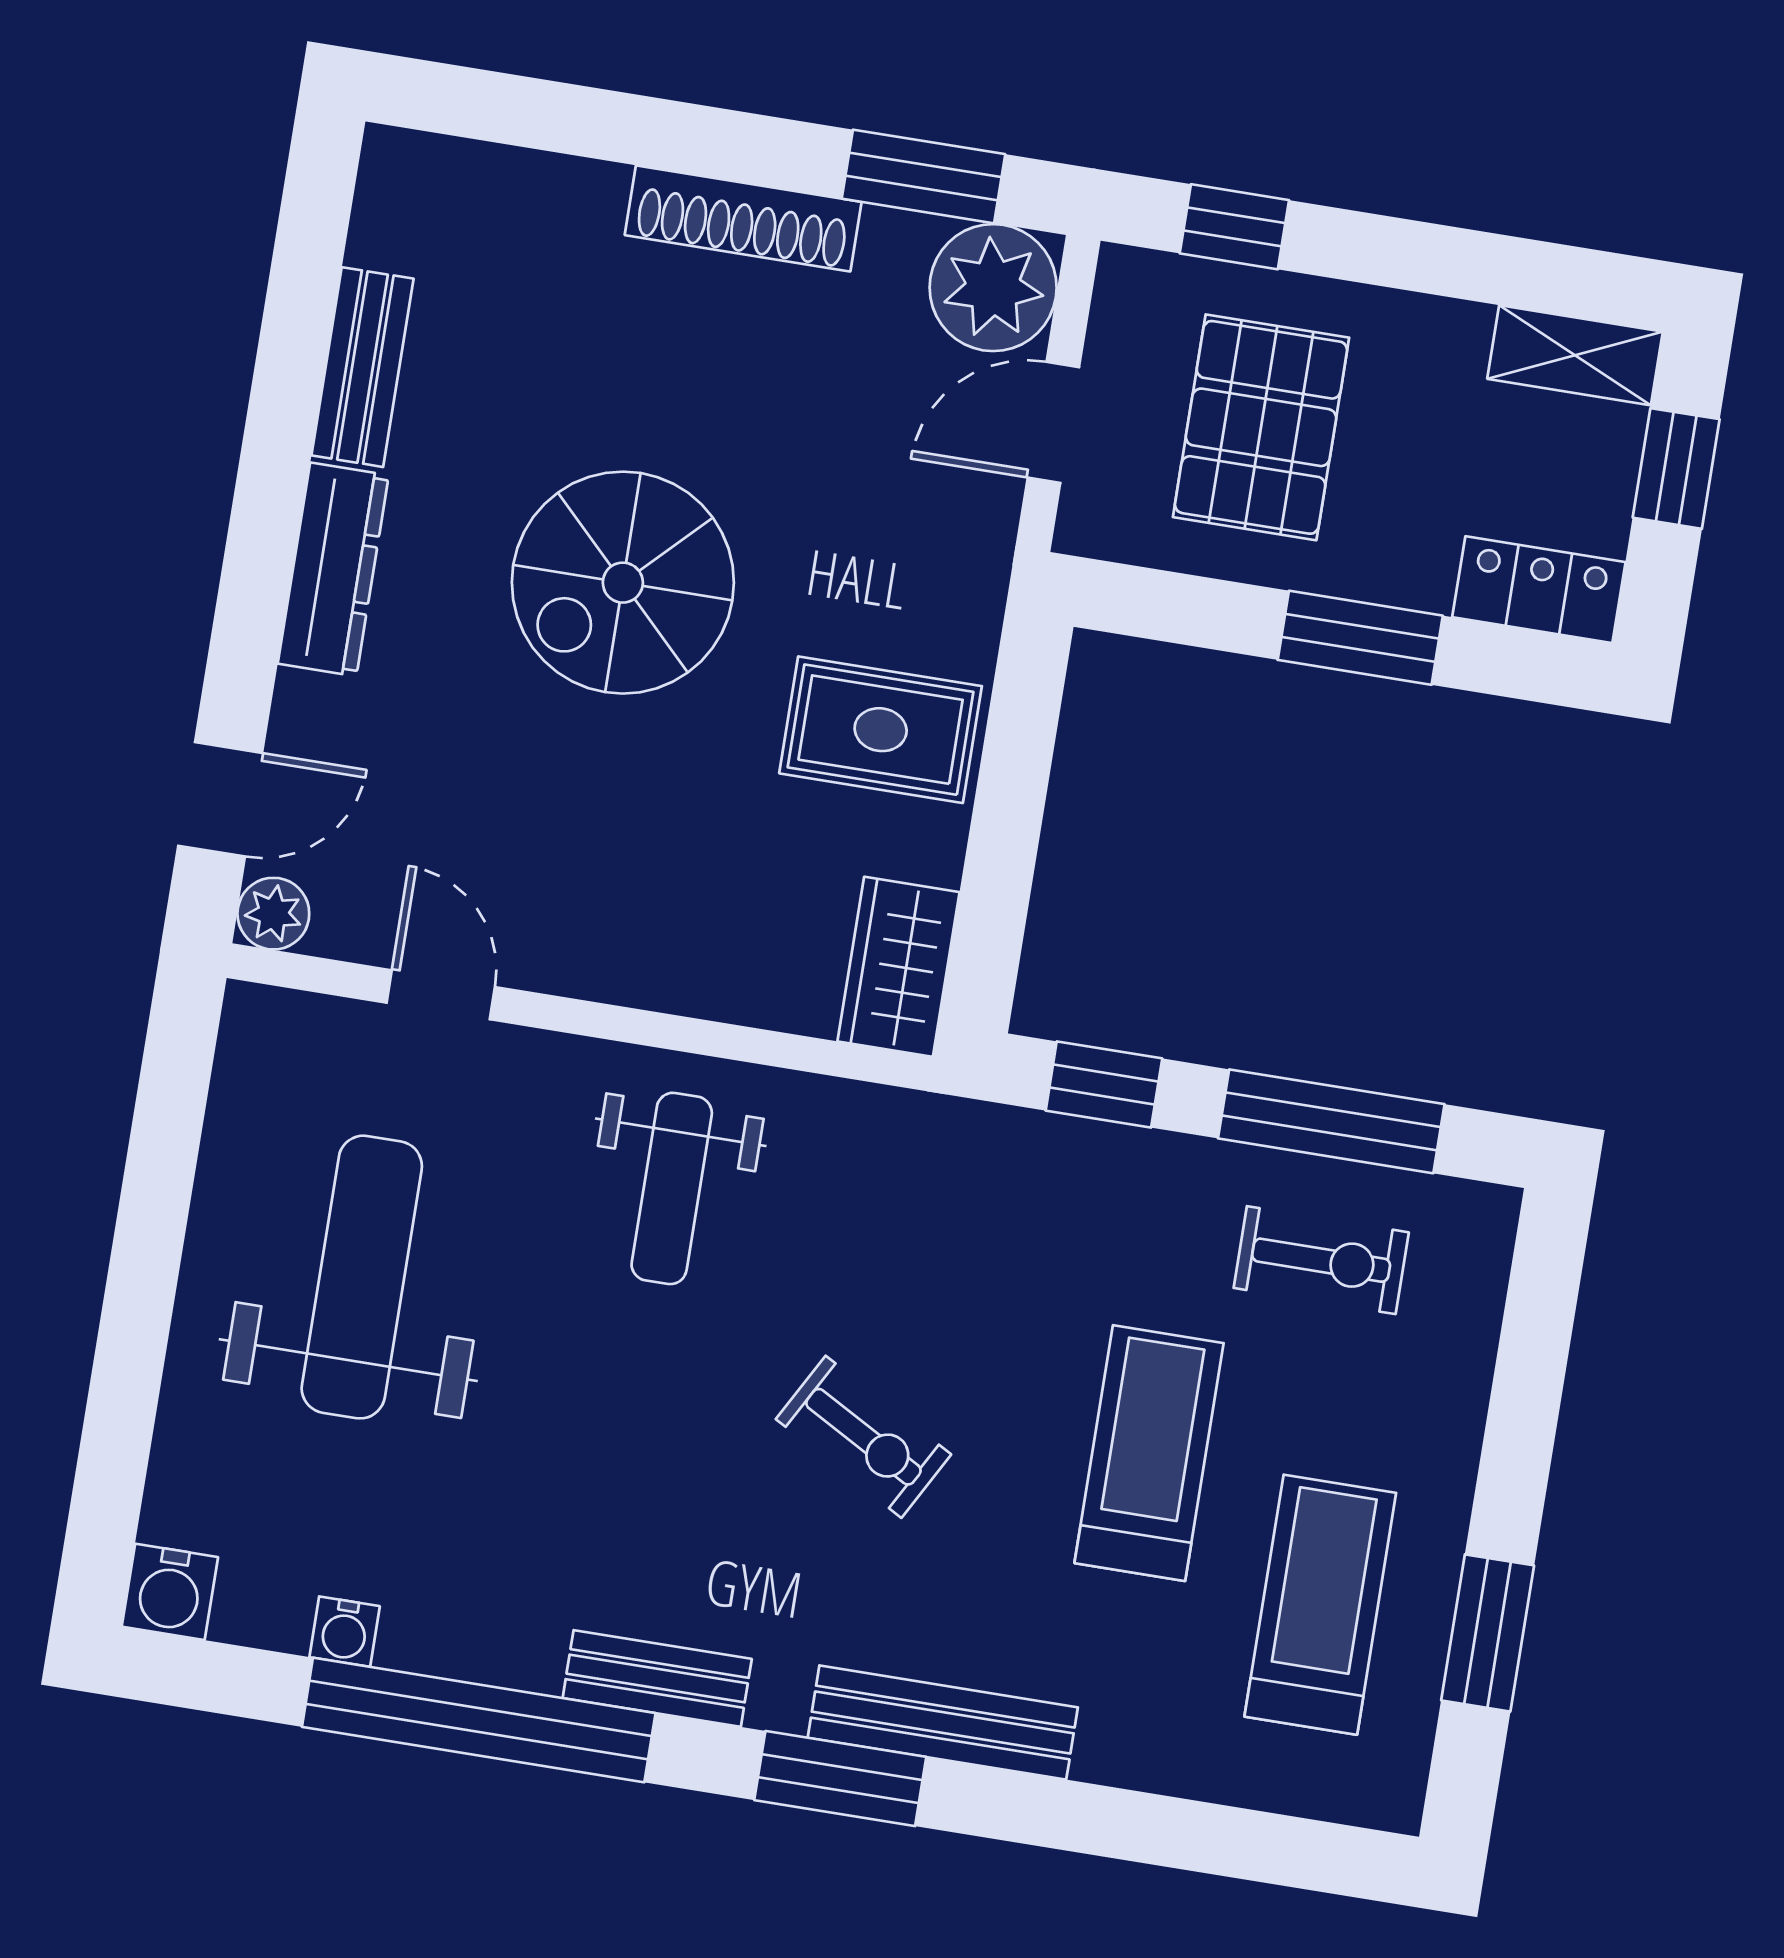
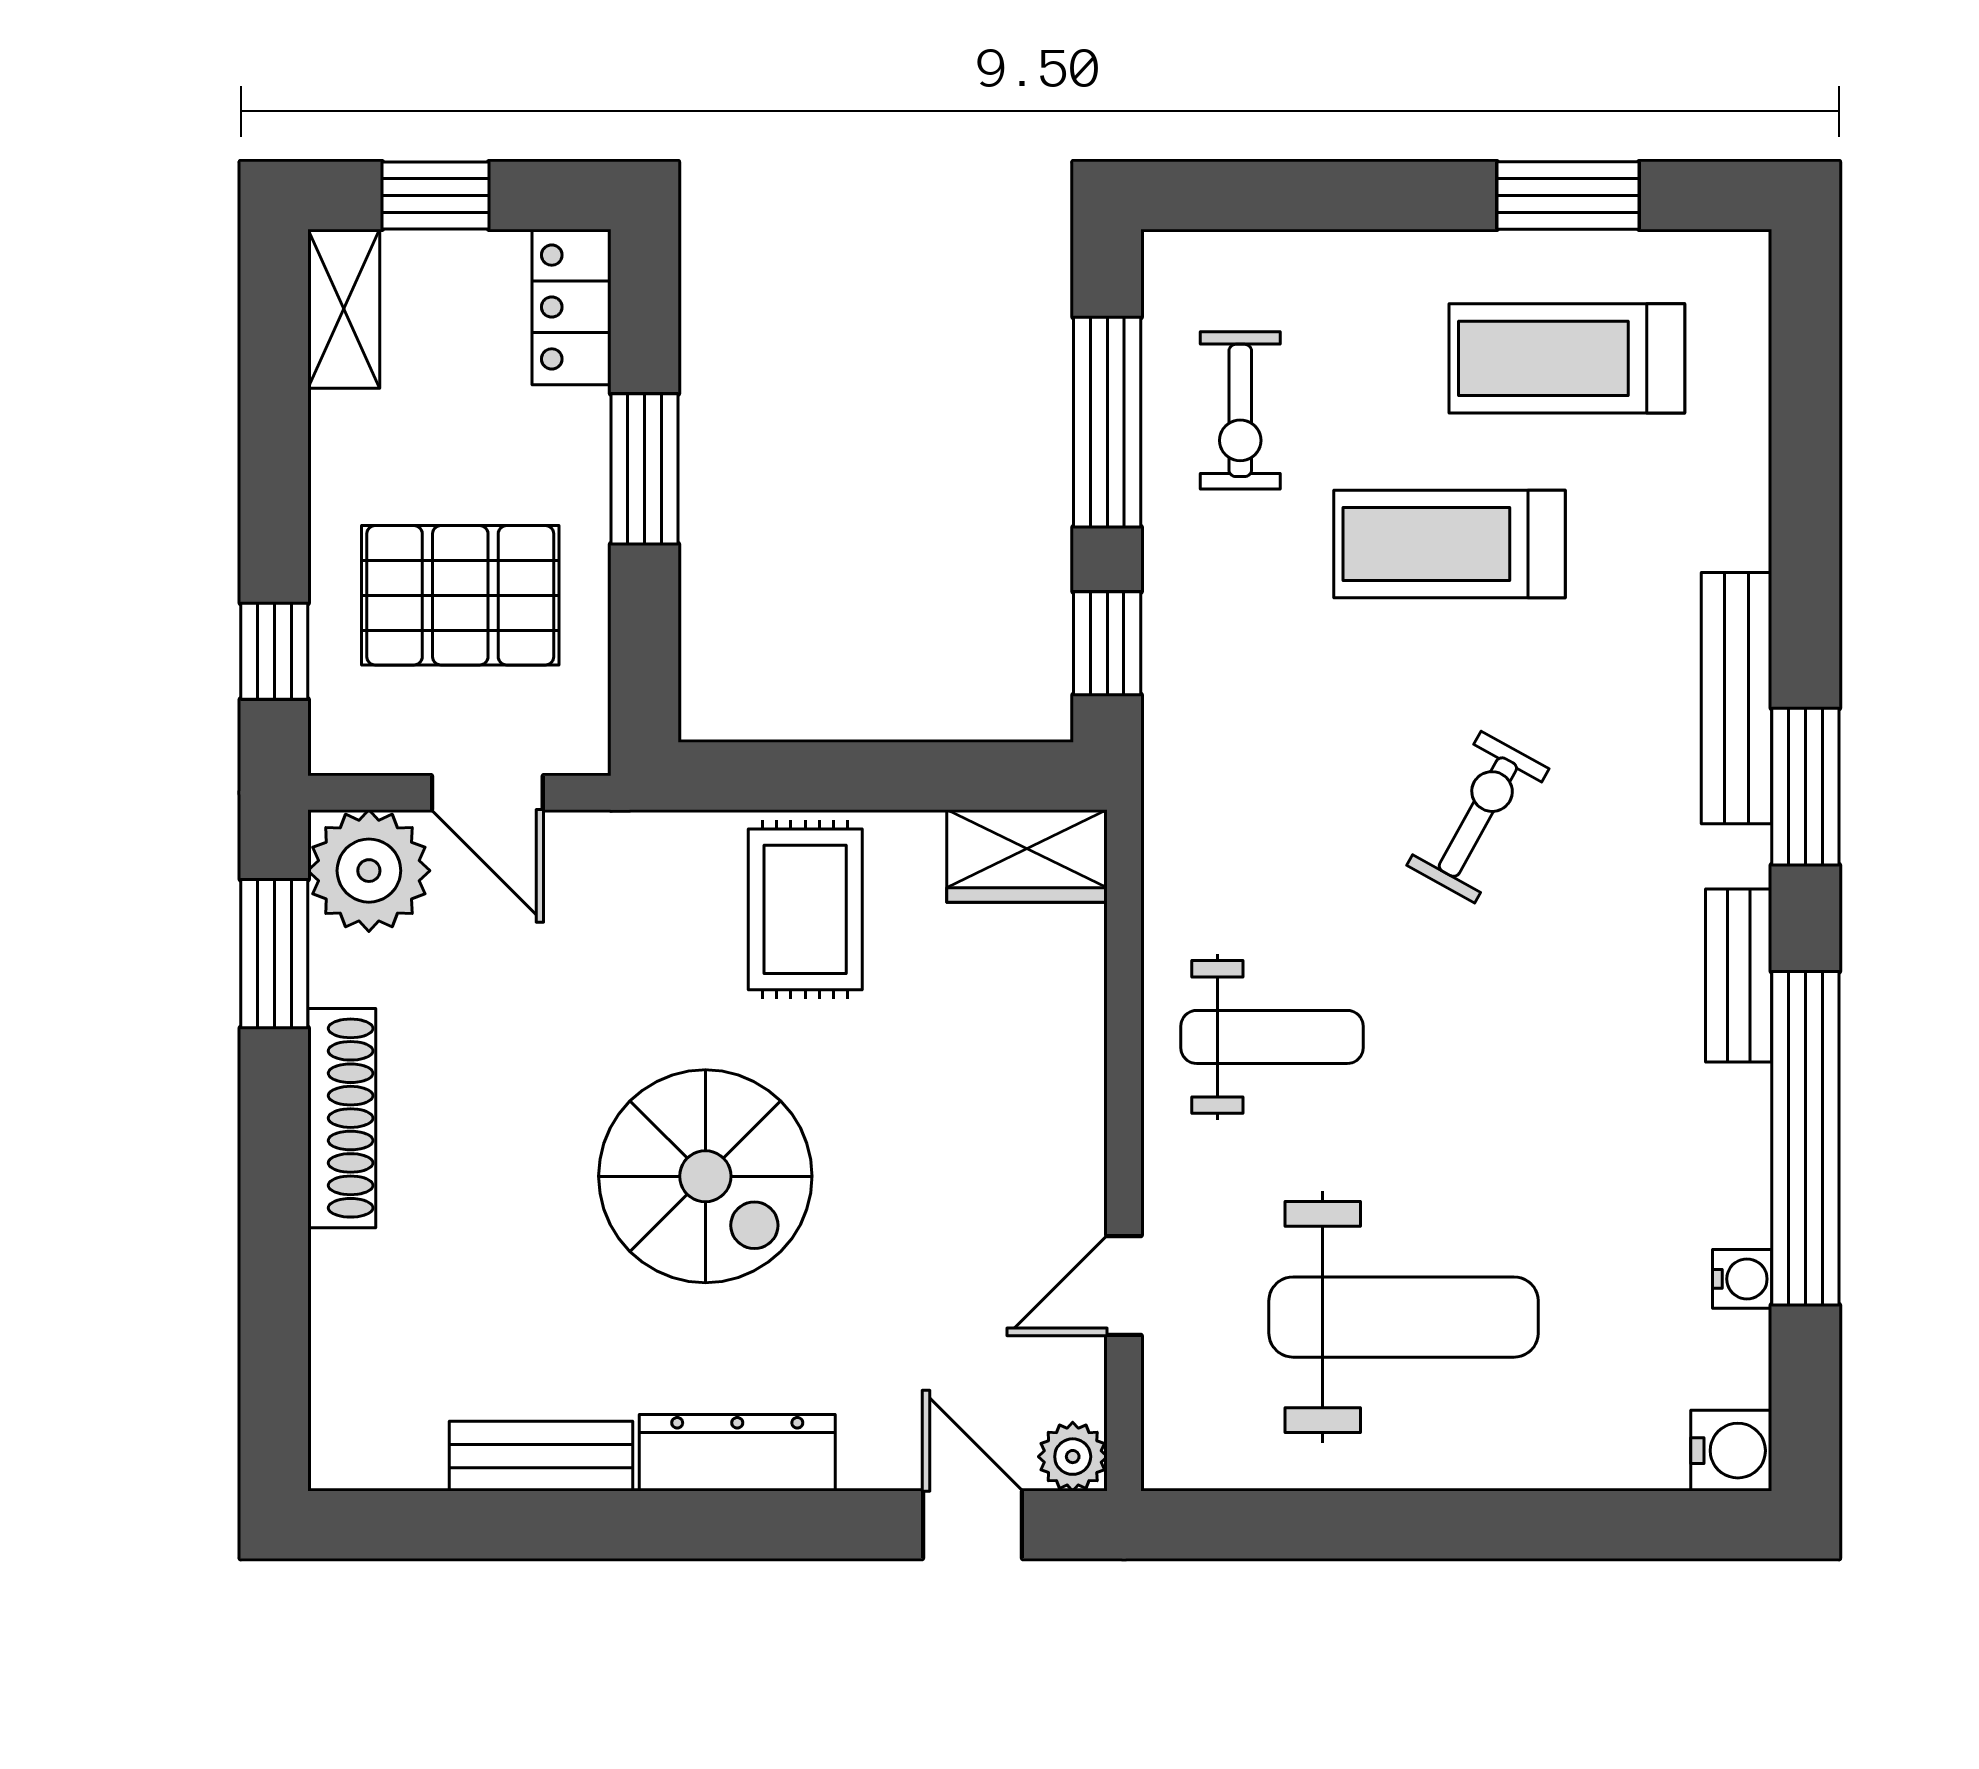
exercise bike: (1321, 1260) -> (1240, 410), turned 180
weight bench: (362, 1277) -> (1404, 1317), turned 180

